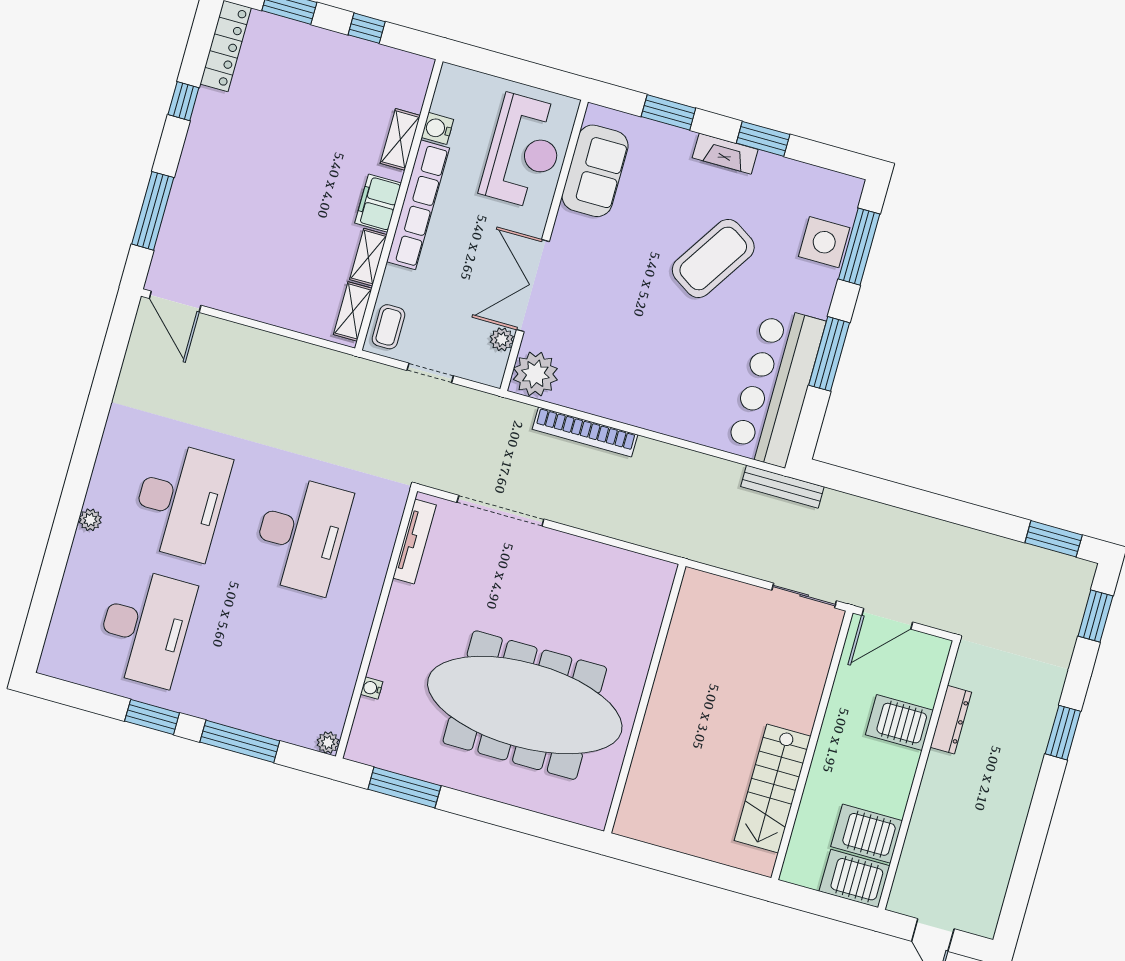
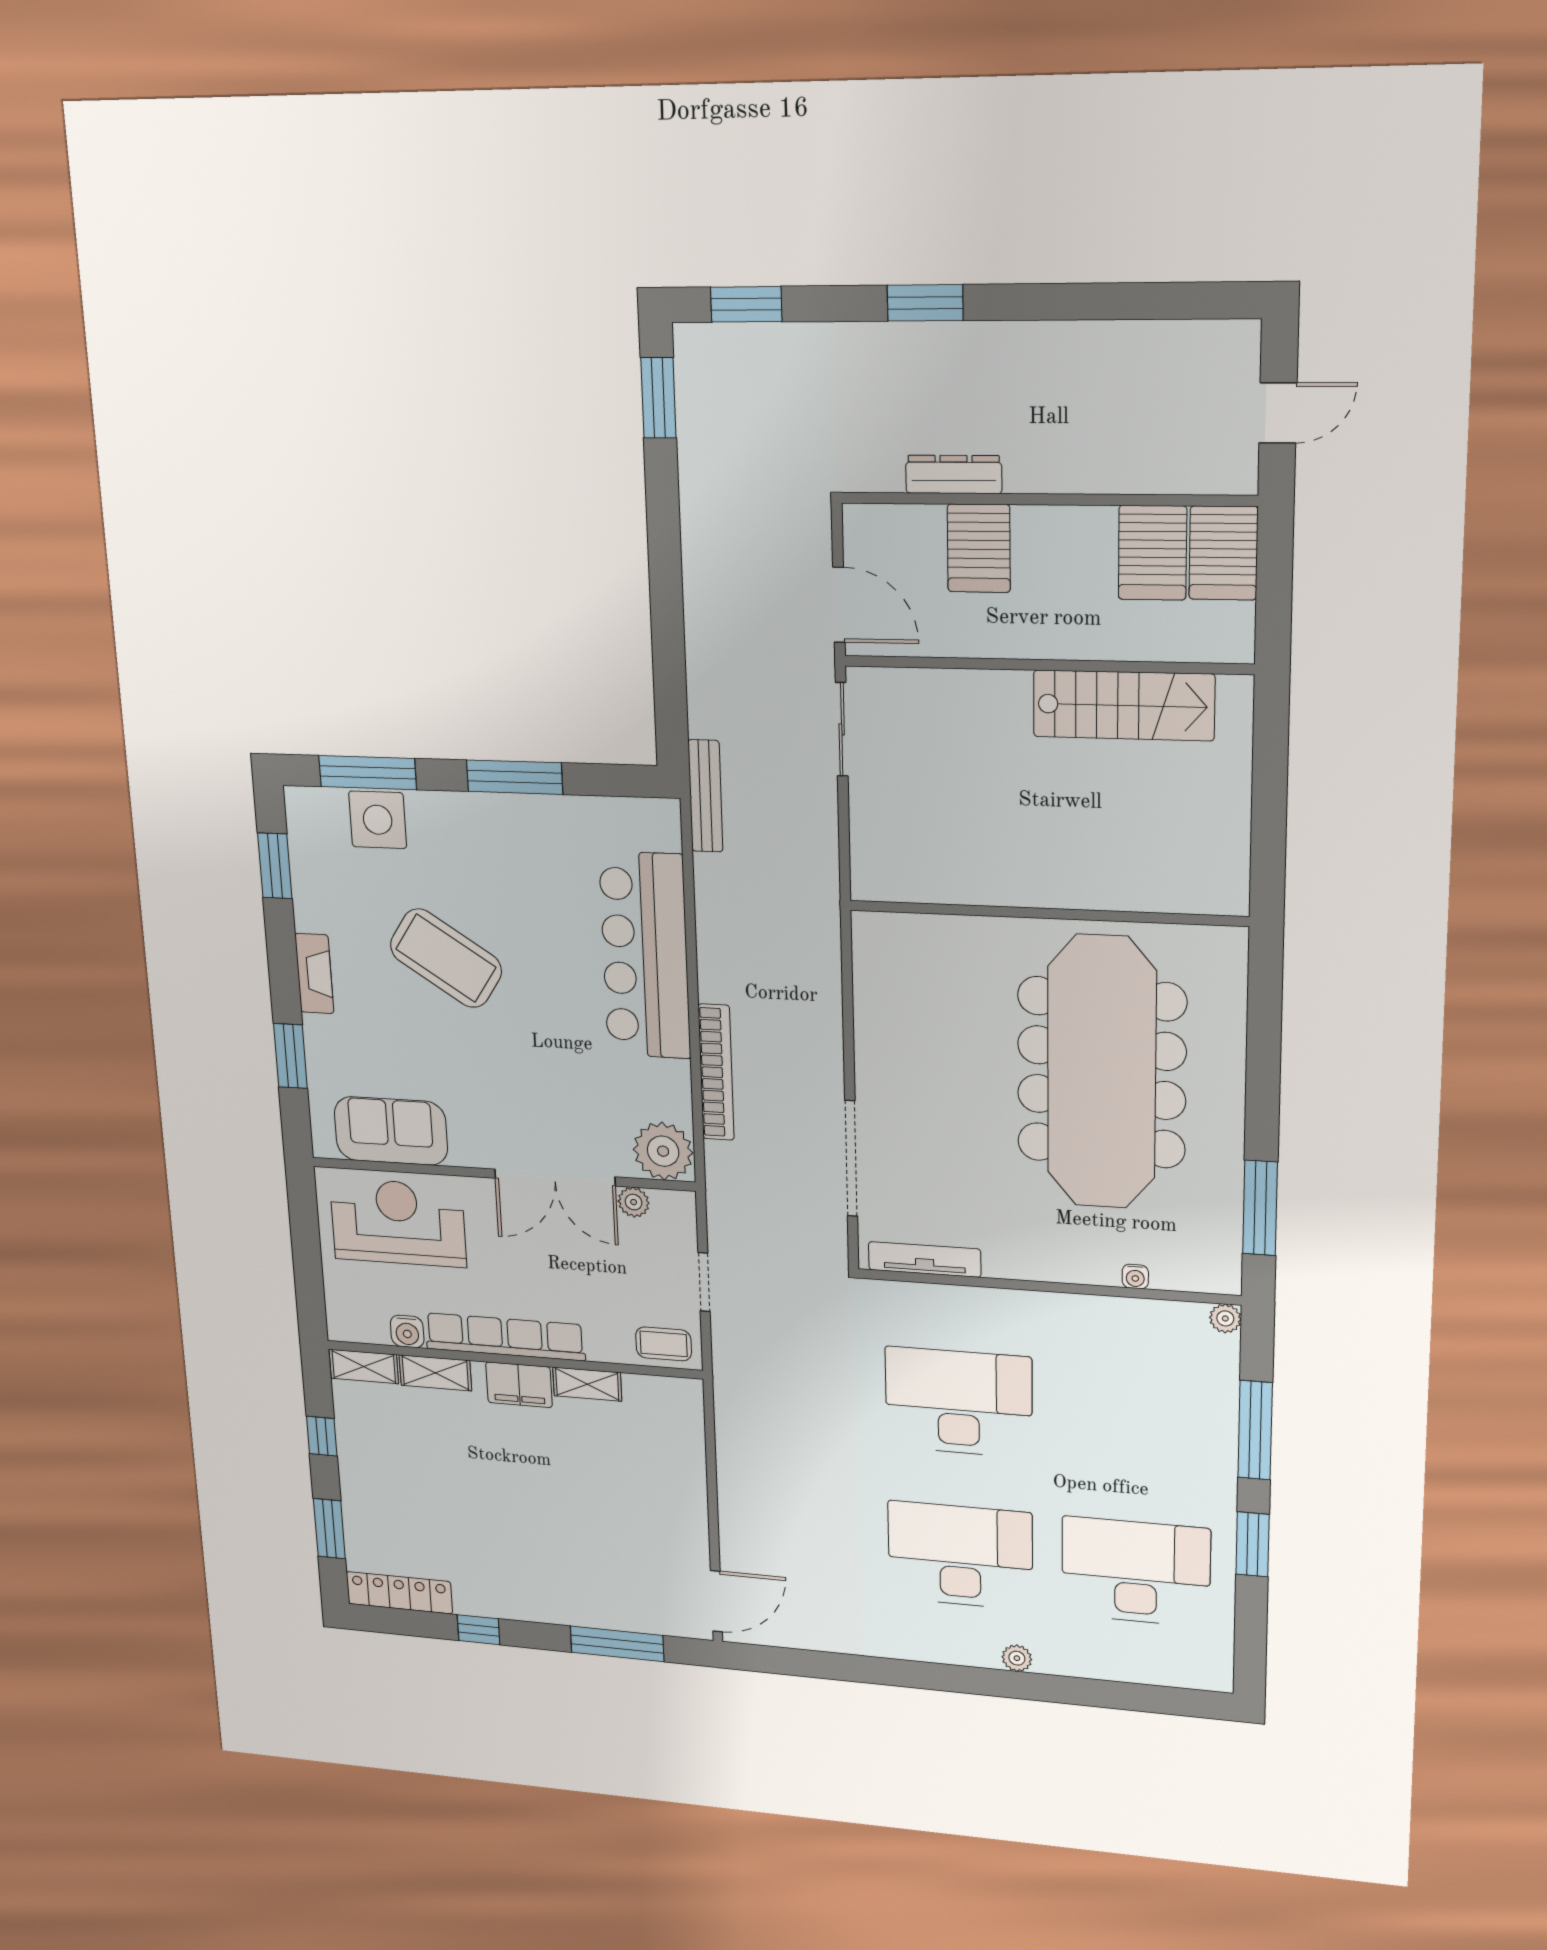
window: (763, 139) -> (275, 866), moved
shelving: (353, 311) -> (364, 1366), moved
bar counter: (776, 387) -> (645, 956), moved, turned 90

